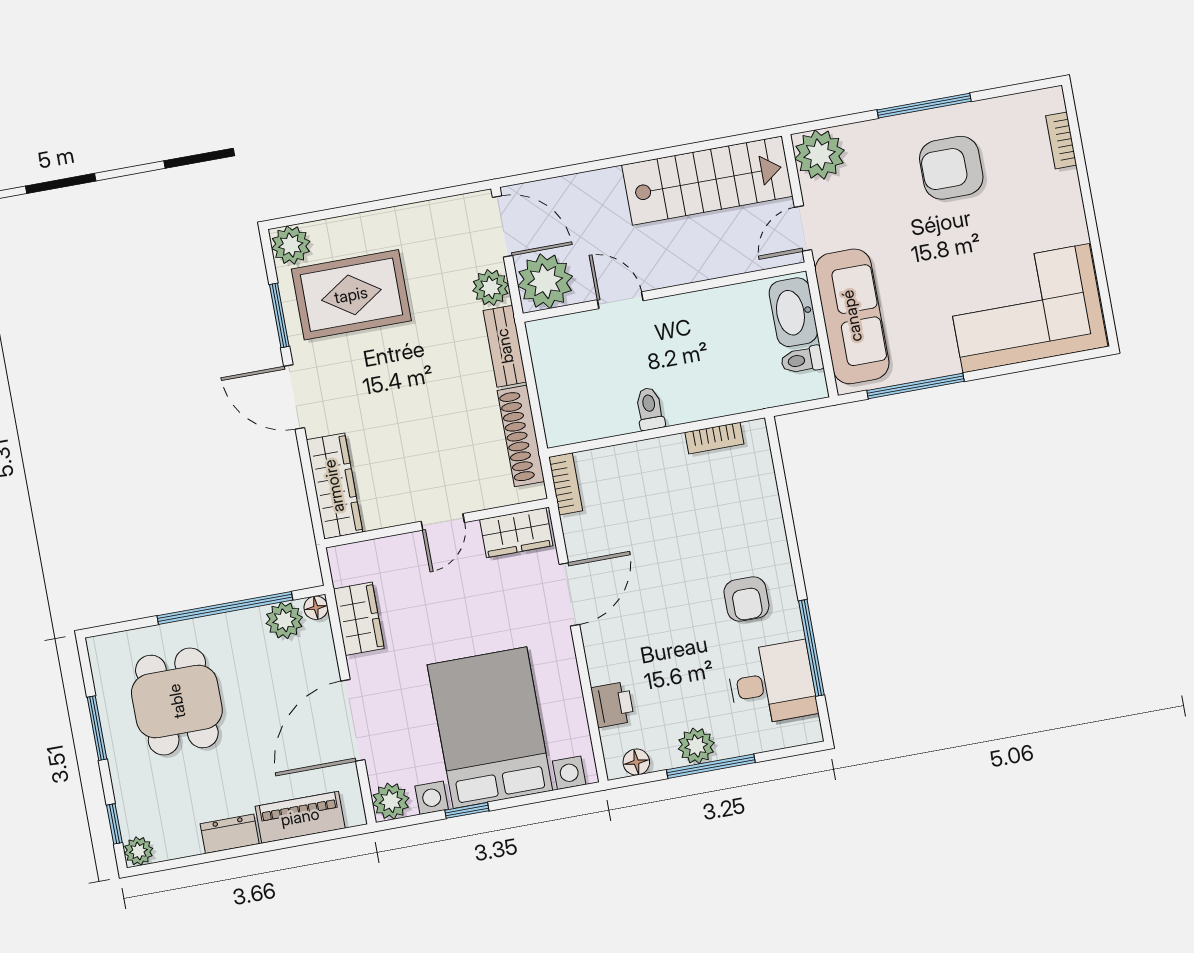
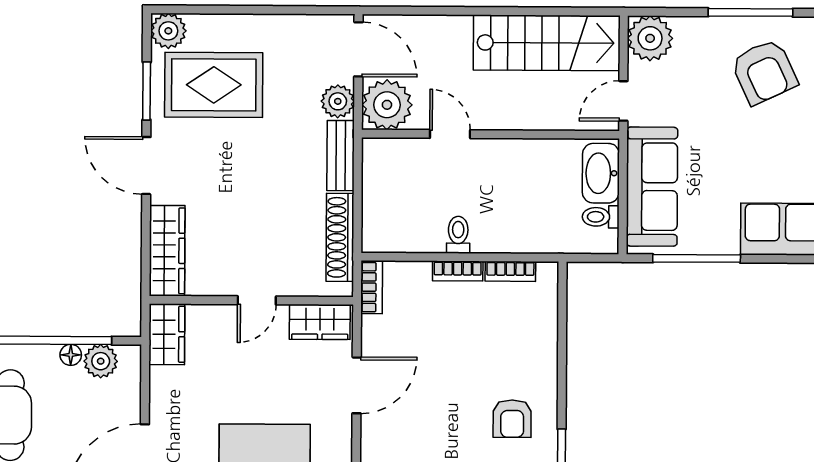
armchair: (951, 168) -> (764, 72), turned -115
bookcase: (657, 449) -> (458, 271), added
floor lamp: (316, 608) -> (71, 355), moved
wardrobe: (359, 619) -> (167, 334), moved

